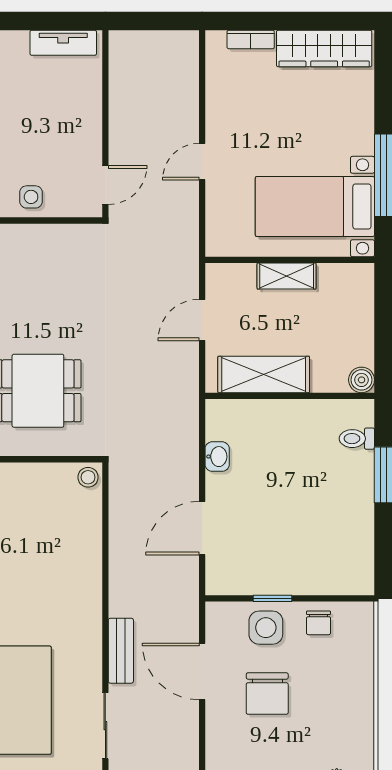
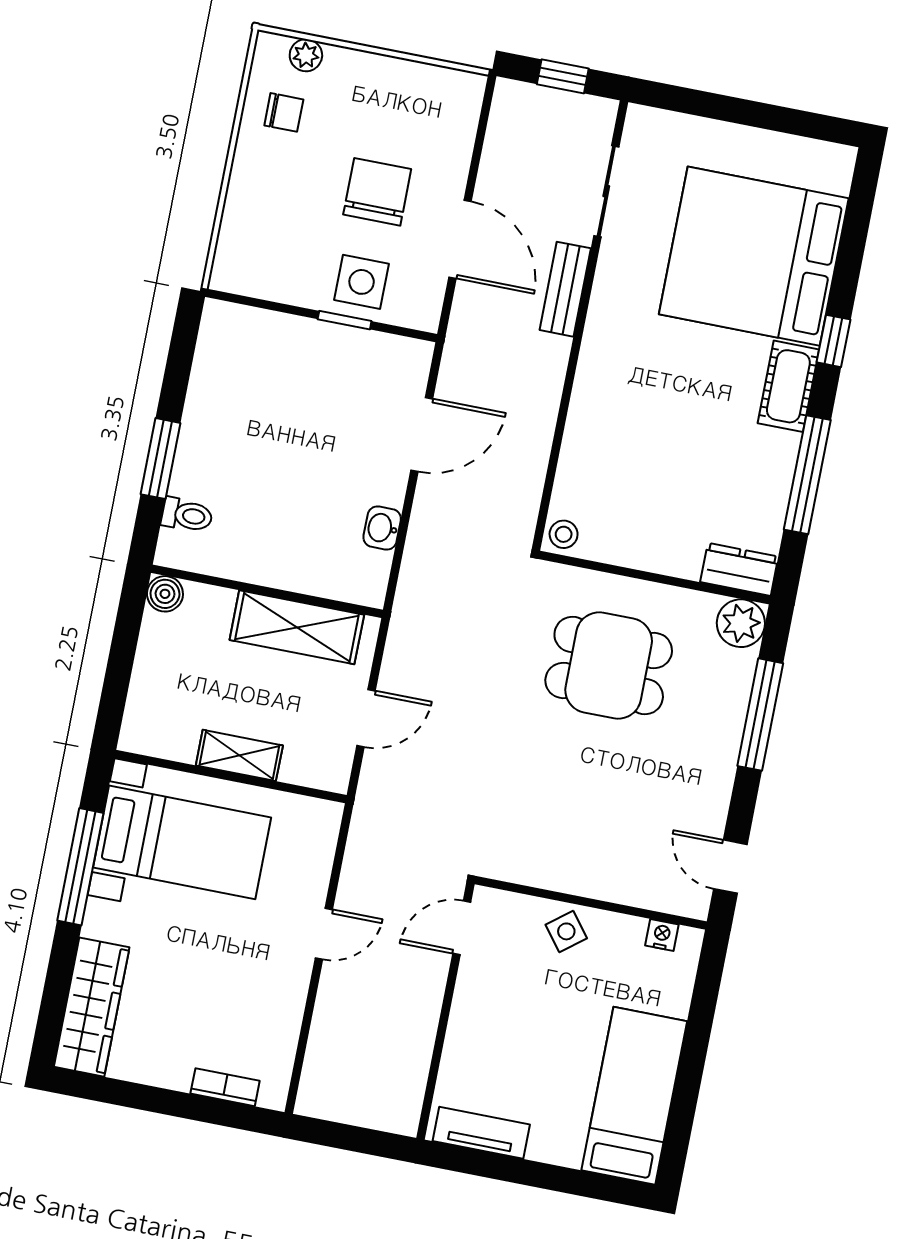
wardrobe: (324, 48) -> (92, 1007), moved, turned 90
side table: (31, 197) -> (566, 931), turned -38
chair: (318, 623) -> (284, 112), moved, turned 90

